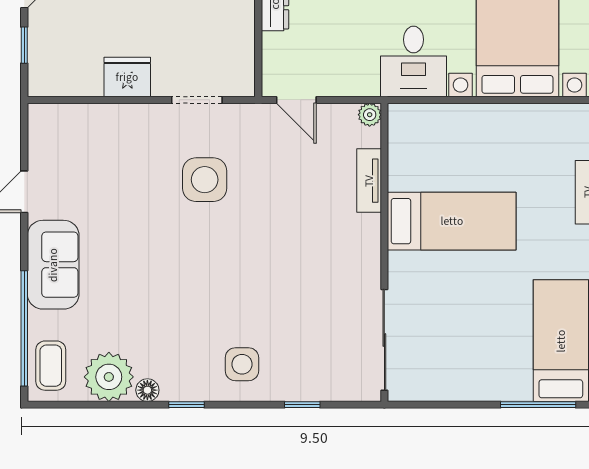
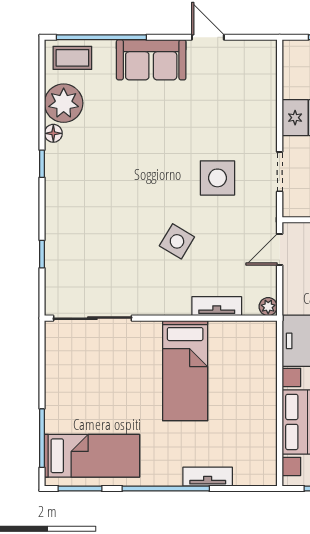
side table: (242, 364) -> (177, 241), moved, turned 31

